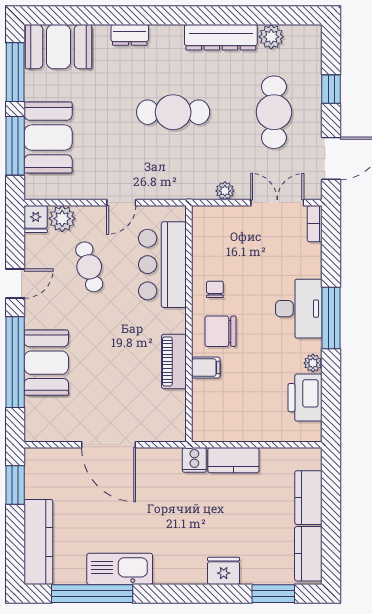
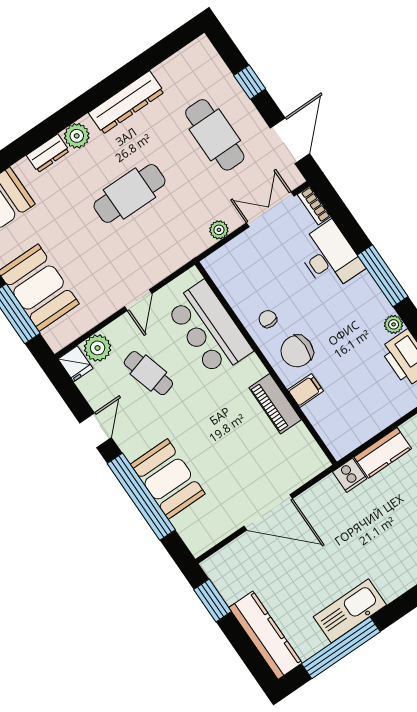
plant: (271, 37) -> (77, 136), moved
desk: (299, 309) -> (329, 257), moved

